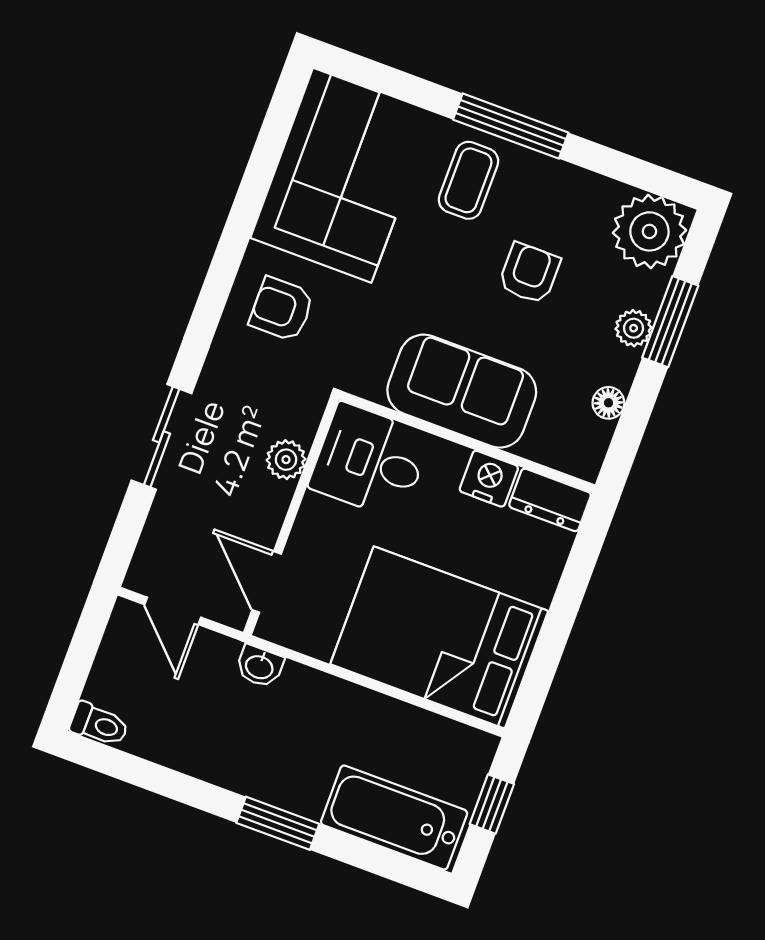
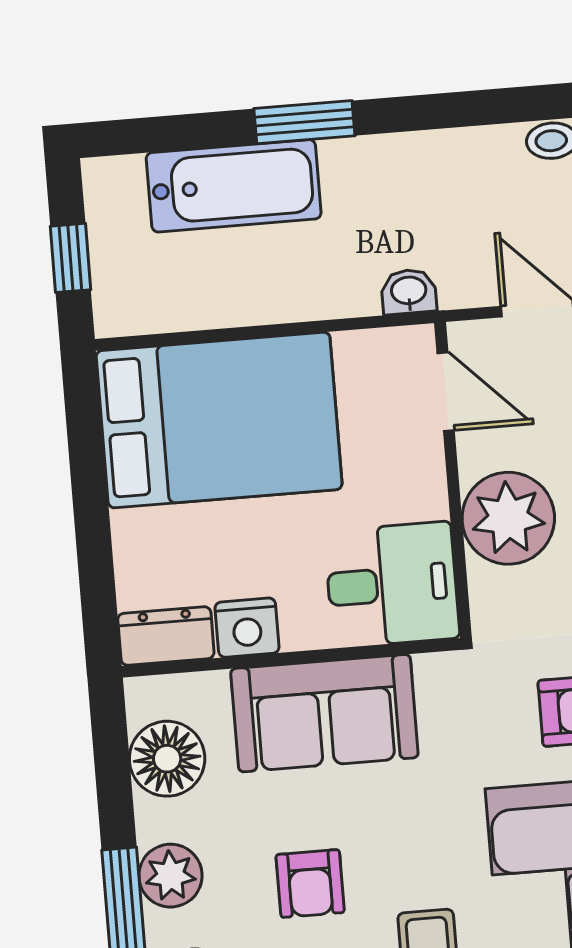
plant: (634, 328) -> (171, 876), width x1.38, depth x1.38
floor lamp: (608, 403) -> (167, 759), width x1.89, depth x1.89
plant: (286, 460) -> (508, 518), width x1.88, depth x1.88
bathtub: (394, 818) -> (234, 186), moved

